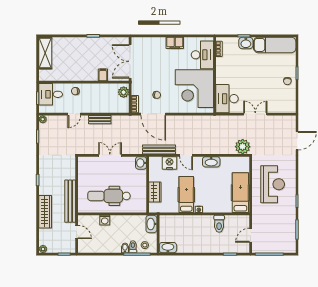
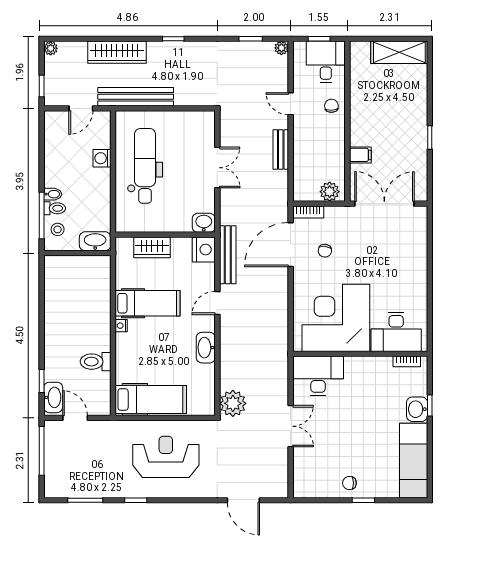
filing cabinet: (175, 43) -> (417, 283), removed
nightstand: (169, 163) -> (204, 250), moved
reception desk: (273, 184) -> (166, 457), turned 180
washbasin: (168, 248) -> (53, 397), moved

